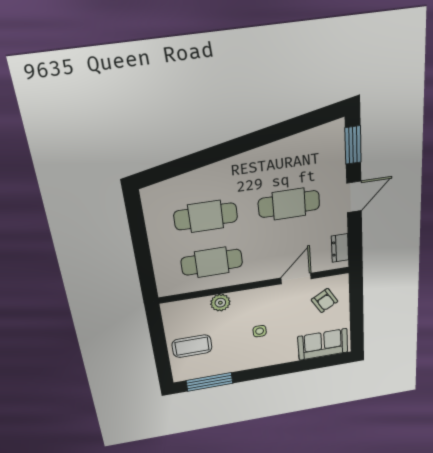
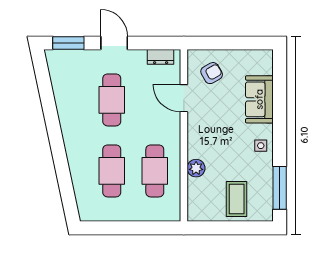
side table: (260, 331) -> (261, 146), moved
sofa: (323, 344) -> (259, 99), moved

